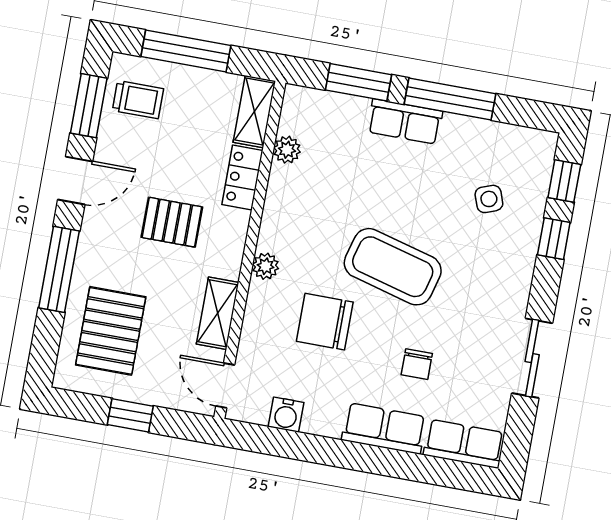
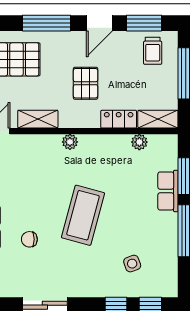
row of seats: (405, 122) -> (168, 191), moved
door: (75, 180) -> (99, 23), hinge flipped
chair: (325, 322) -> (44, 182), removed

